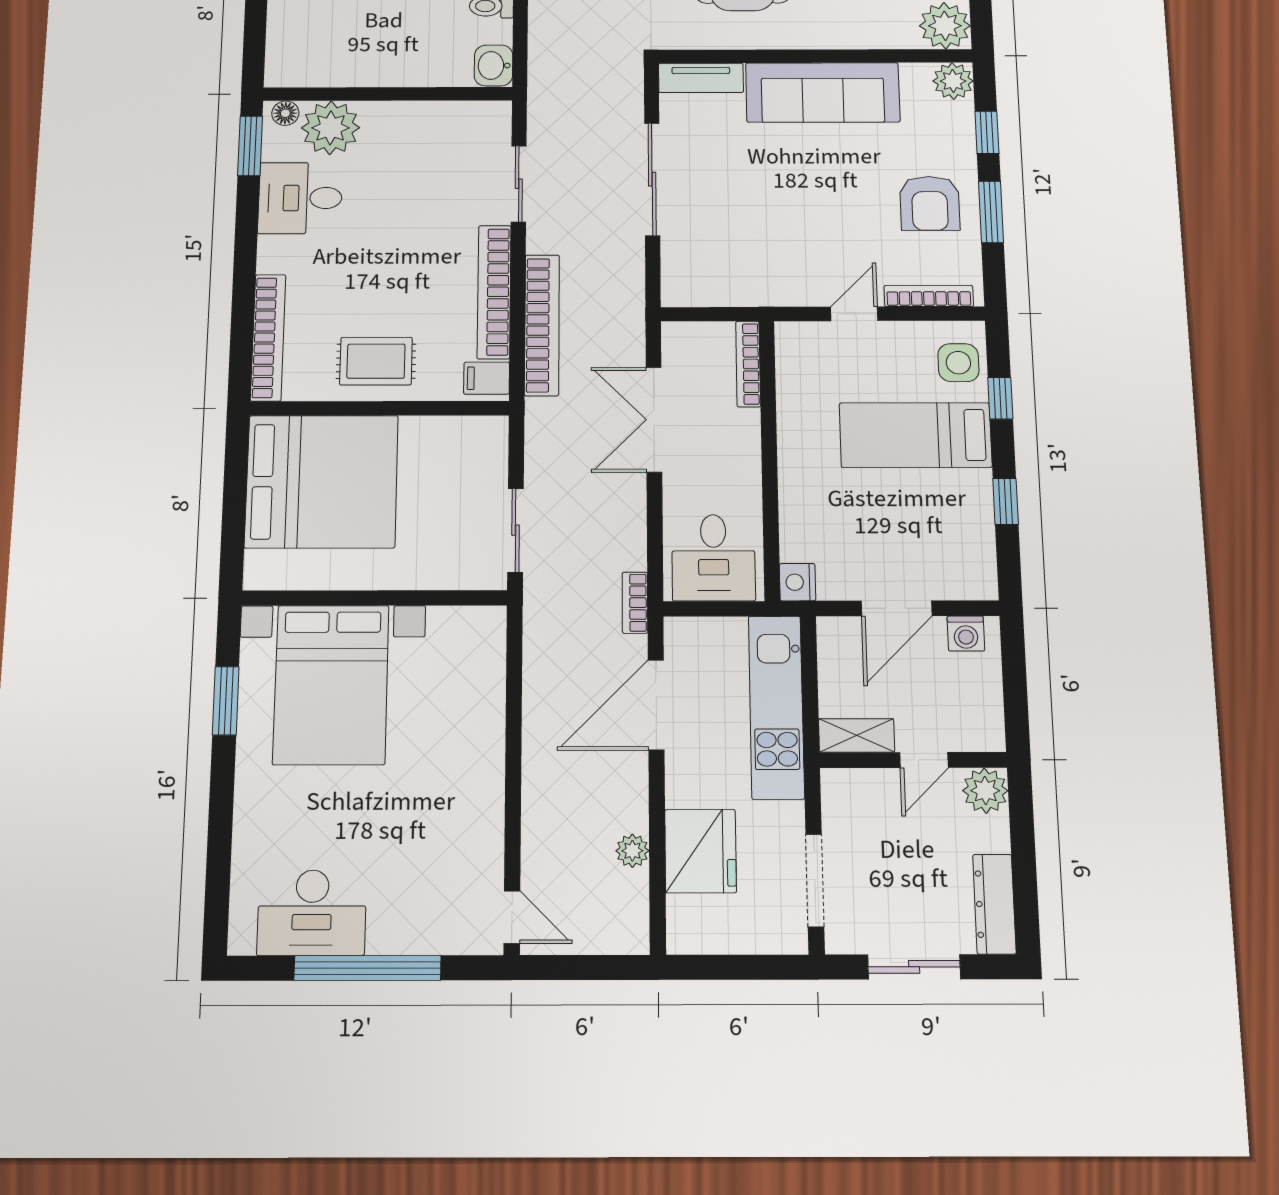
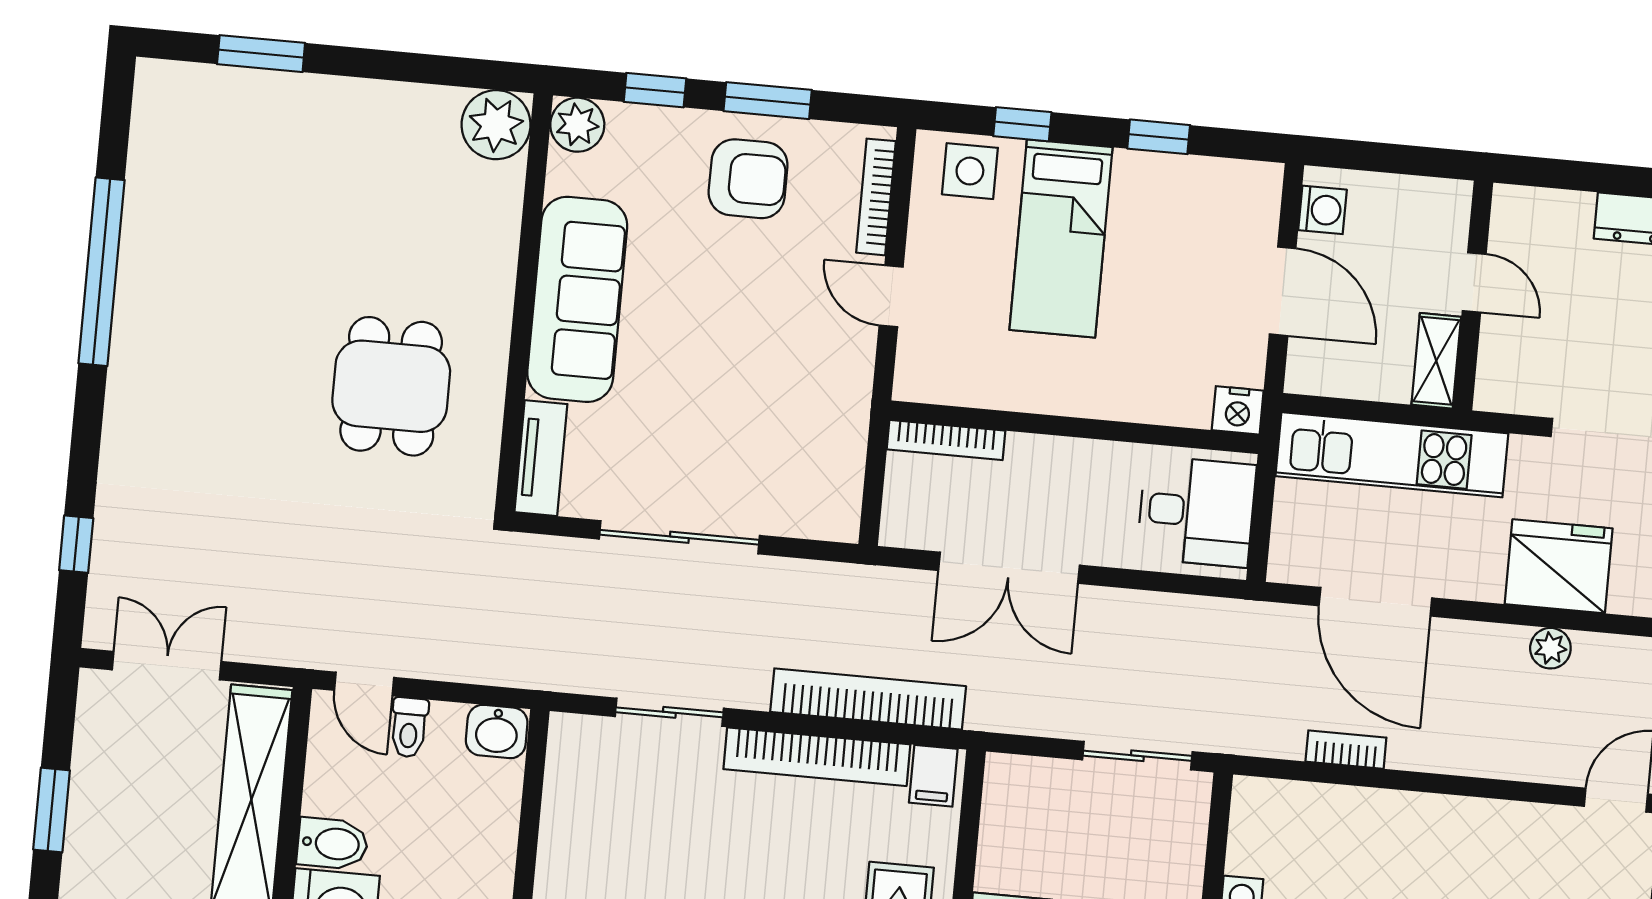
bookcase: (635, 603) -> (1346, 750), moved, turned 180
plant: (985, 791) -> (1518, 213), removed

